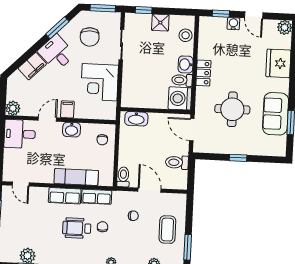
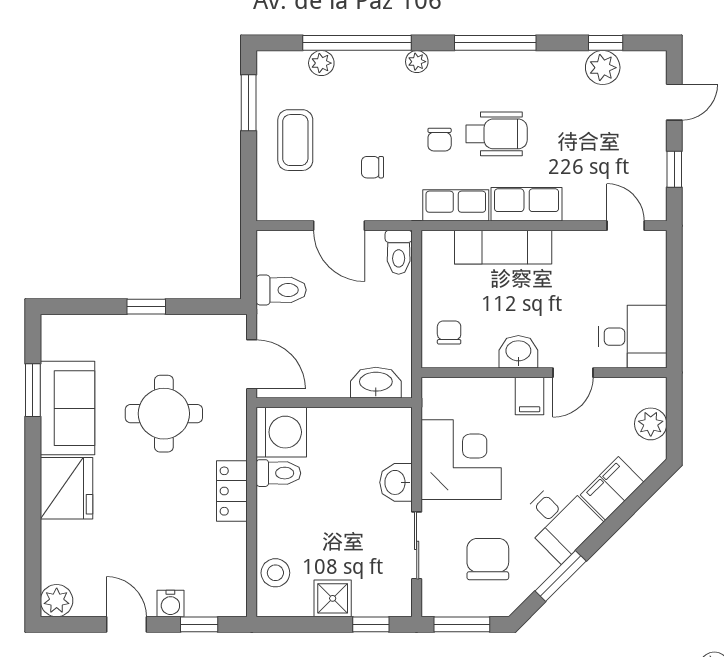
fridge: (278, 63) -> (67, 488), moved
washbasin: (186, 65) -> (396, 482), moved, turned 180
plant: (13, 108) -> (651, 424), moved

